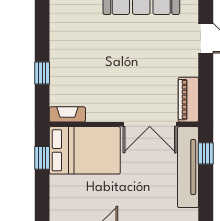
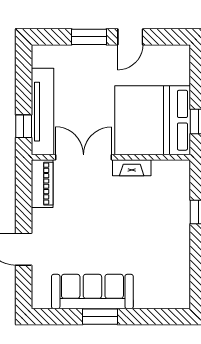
fireplace: (67, 114) -> (132, 168), moved
bed: (85, 150) -> (153, 120), width x1.36

